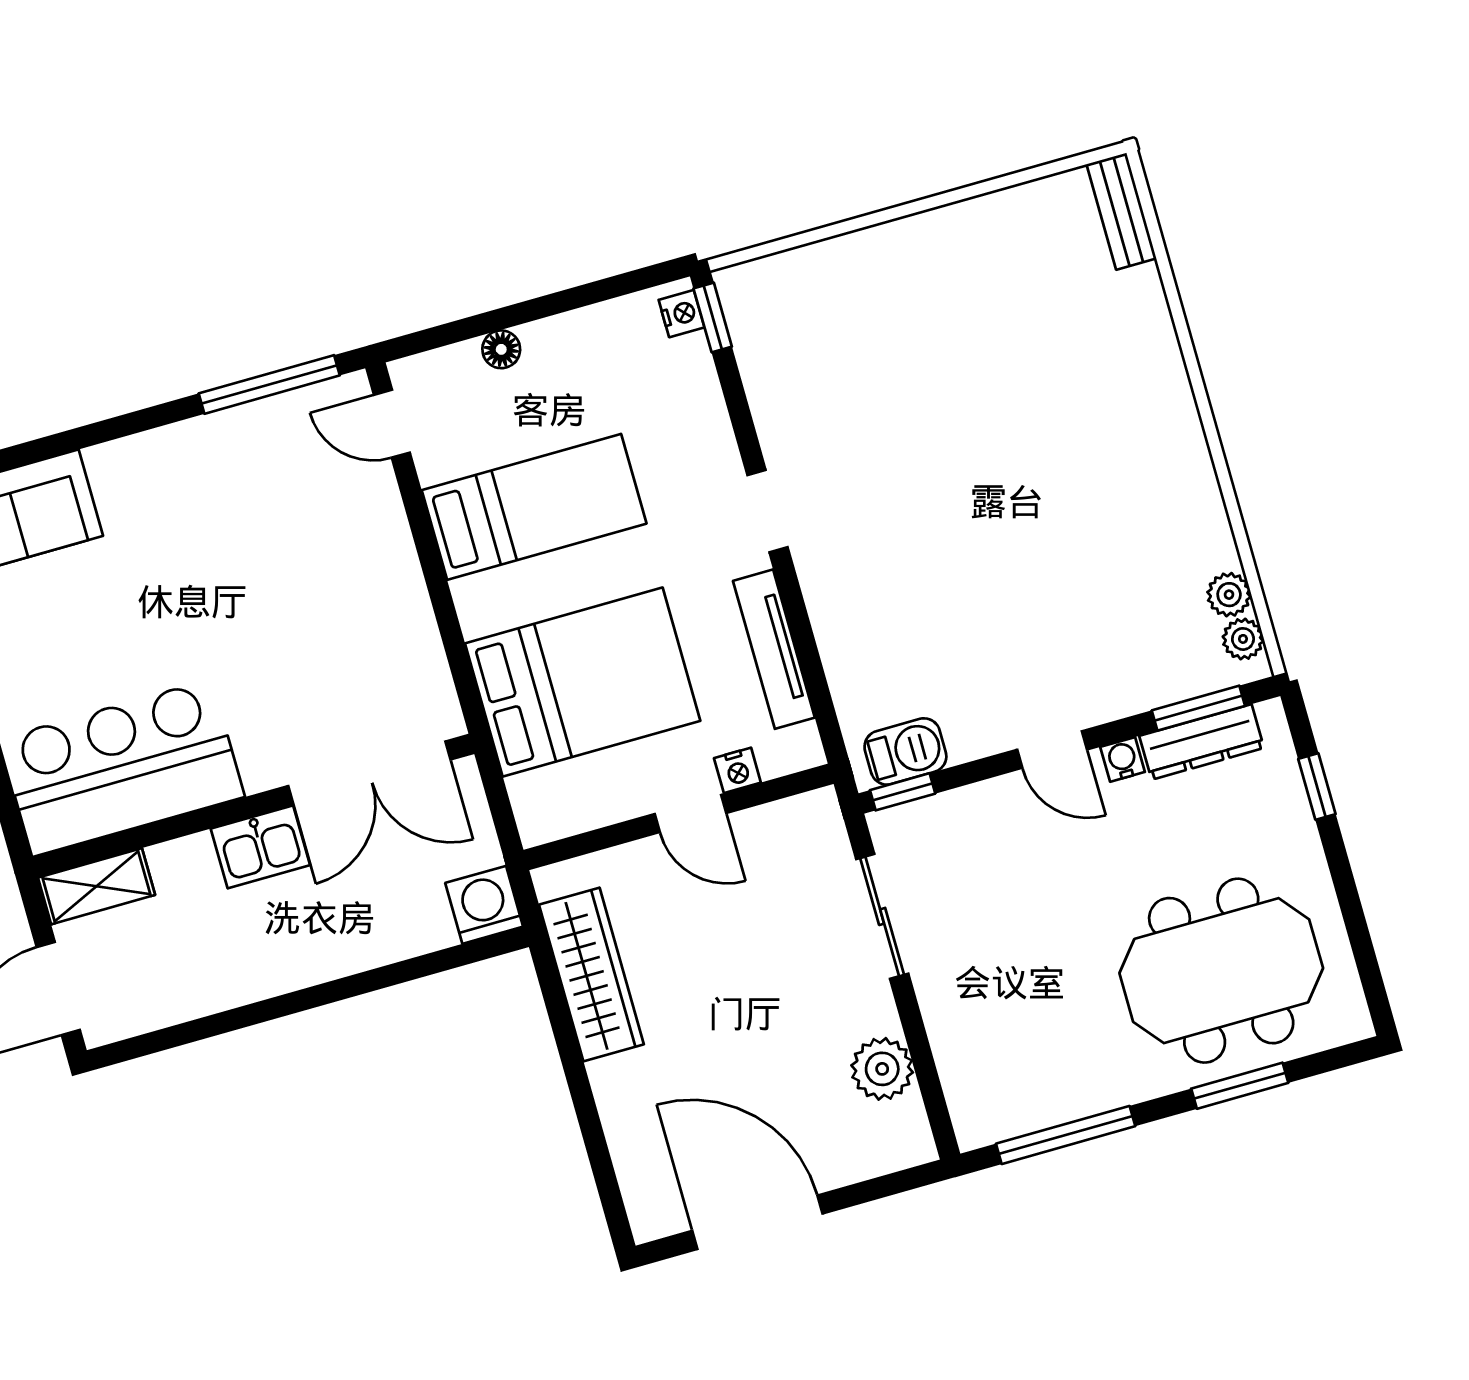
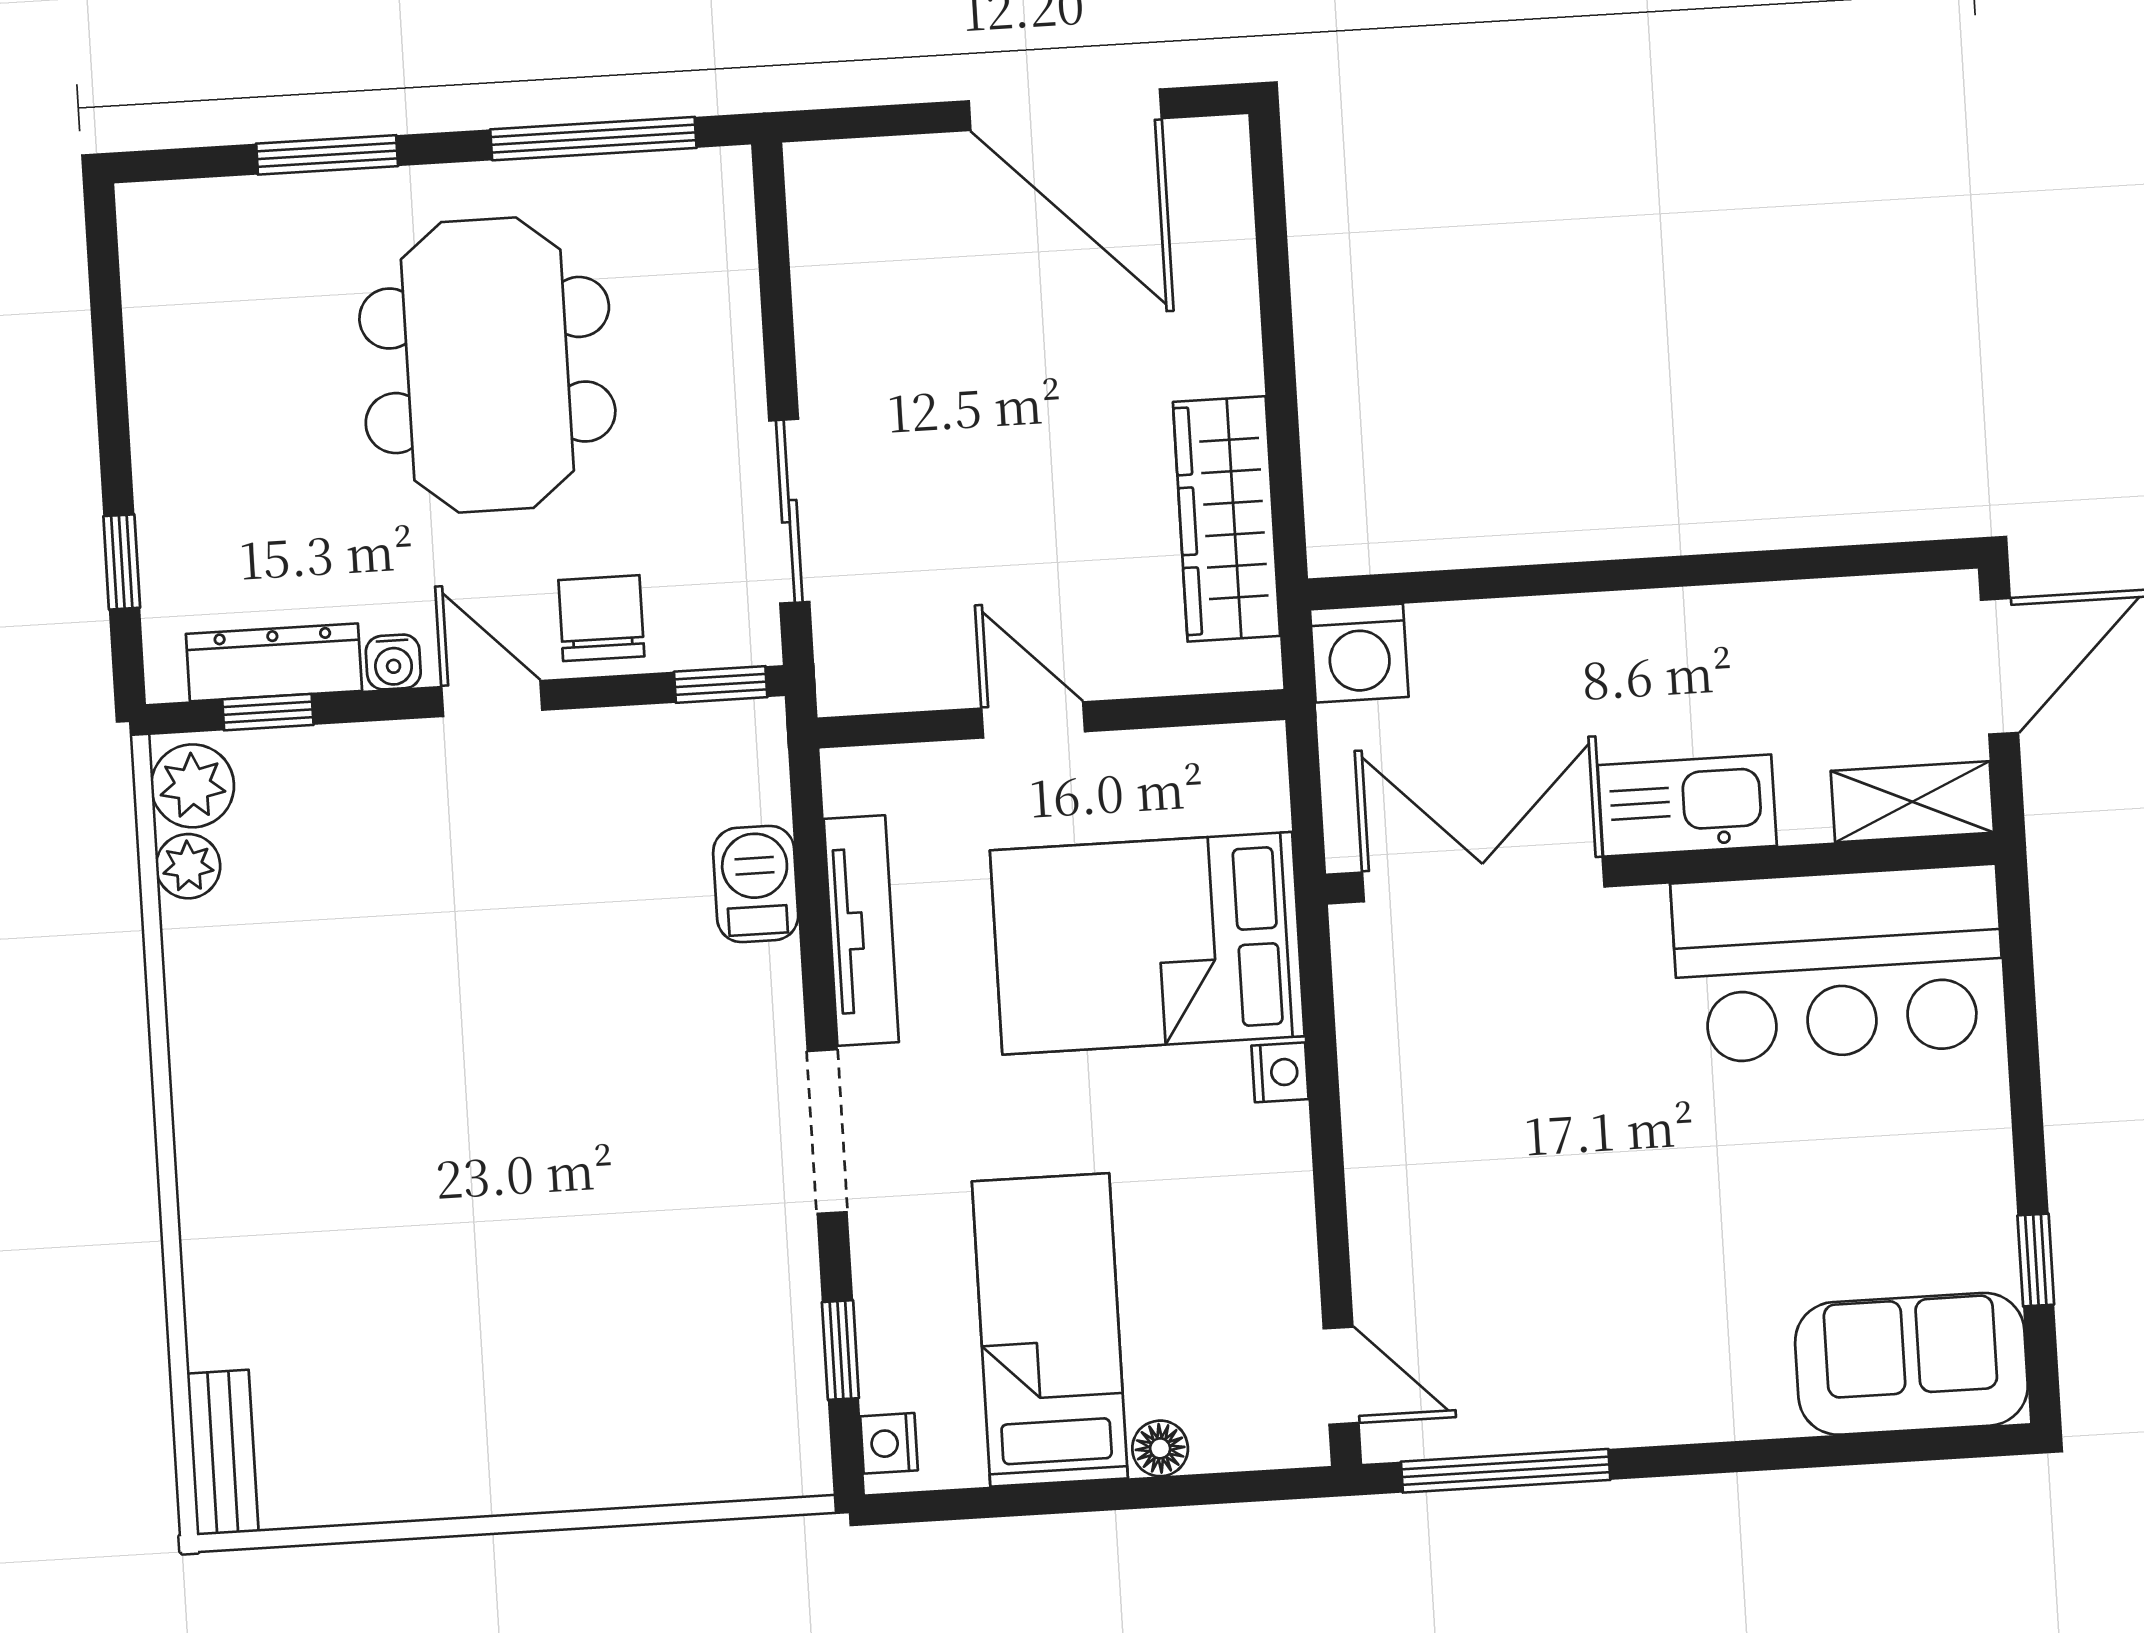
window: (713, 317) -> (840, 1350), moved
bed: (534, 507) -> (1050, 1330), moved, turned 90
doorway: (767, 511) -> (827, 1132), width x1.38
plant: (1243, 639) -> (193, 786), width x1.38, depth x1.38
window: (1198, 708) -> (268, 712), width x0.67
barbecue: (905, 751) -> (756, 884), moved, turned 90
nightstand: (737, 770) -> (1280, 1072), moved, turned 90
chair: (991, 819) -> (601, 618), added
kitchen sink: (260, 847) -> (1687, 806), width x1.38
meeting table: (1221, 971) -> (487, 365), moved, turned 90
plant: (882, 1069) -> (837, 292), removed

